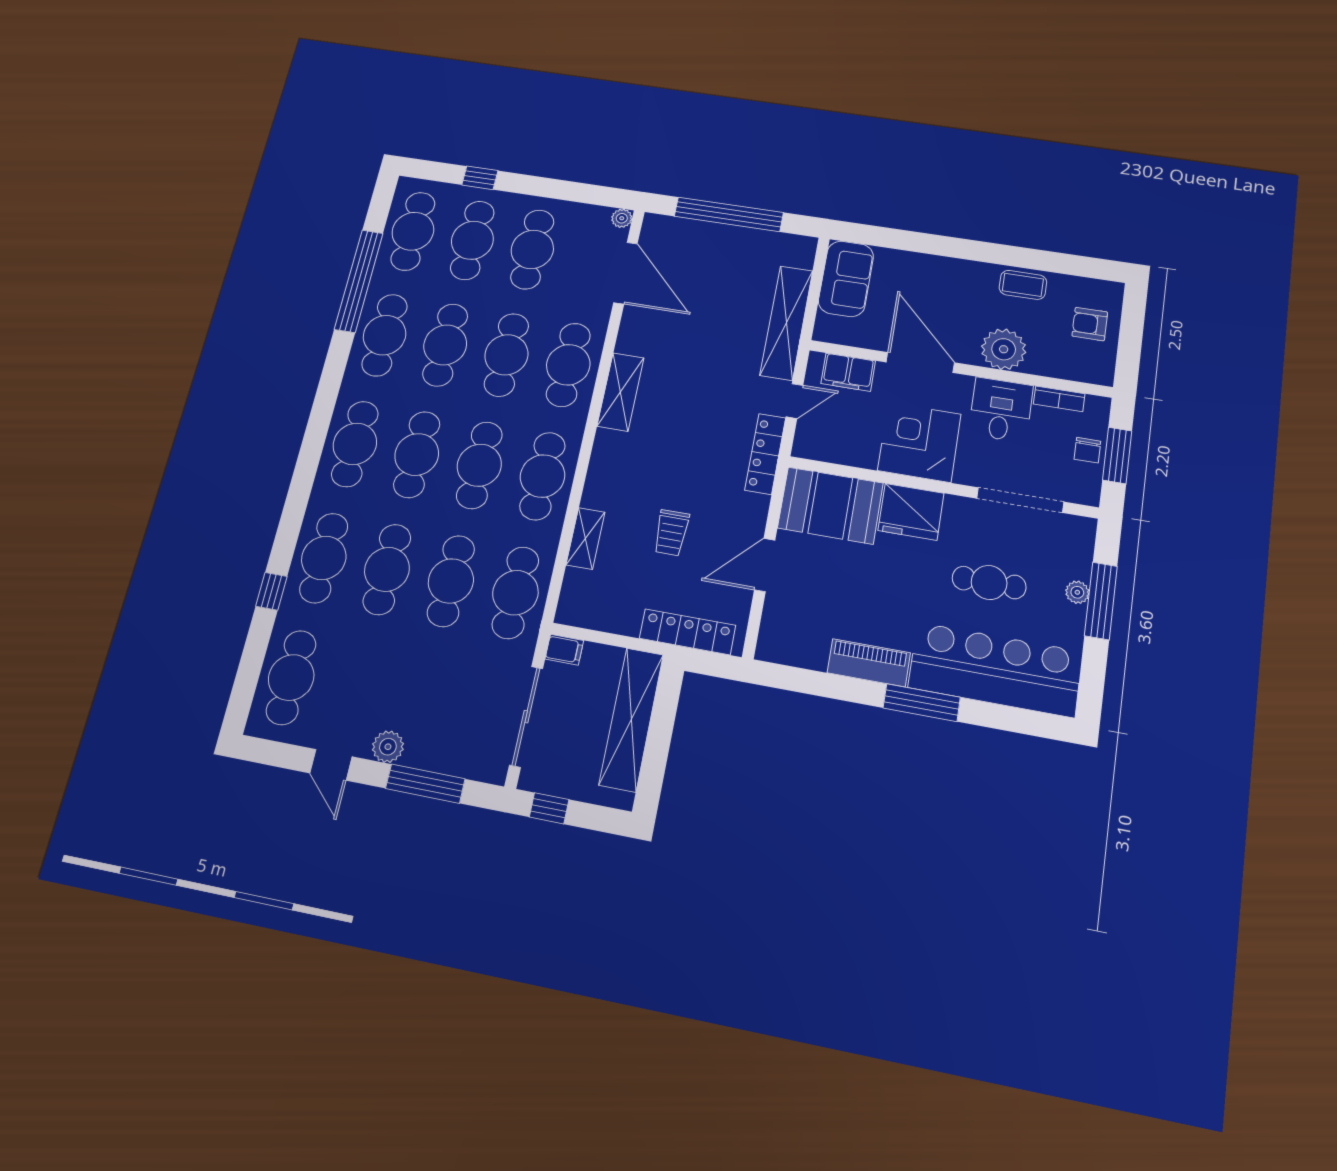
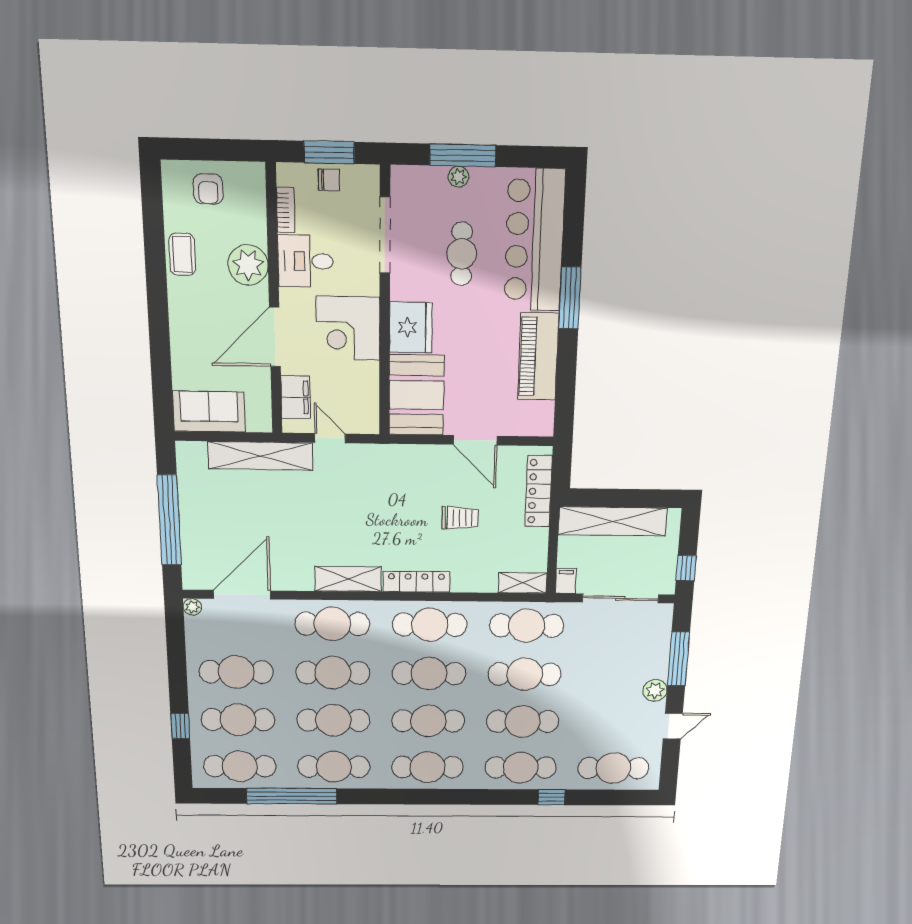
locker: (765, 454) -> (416, 582), moved, turned 180
shelving: (585, 539) -> (523, 583), moved
piano: (869, 663) -> (538, 357), width x1.37, depth x1.33

